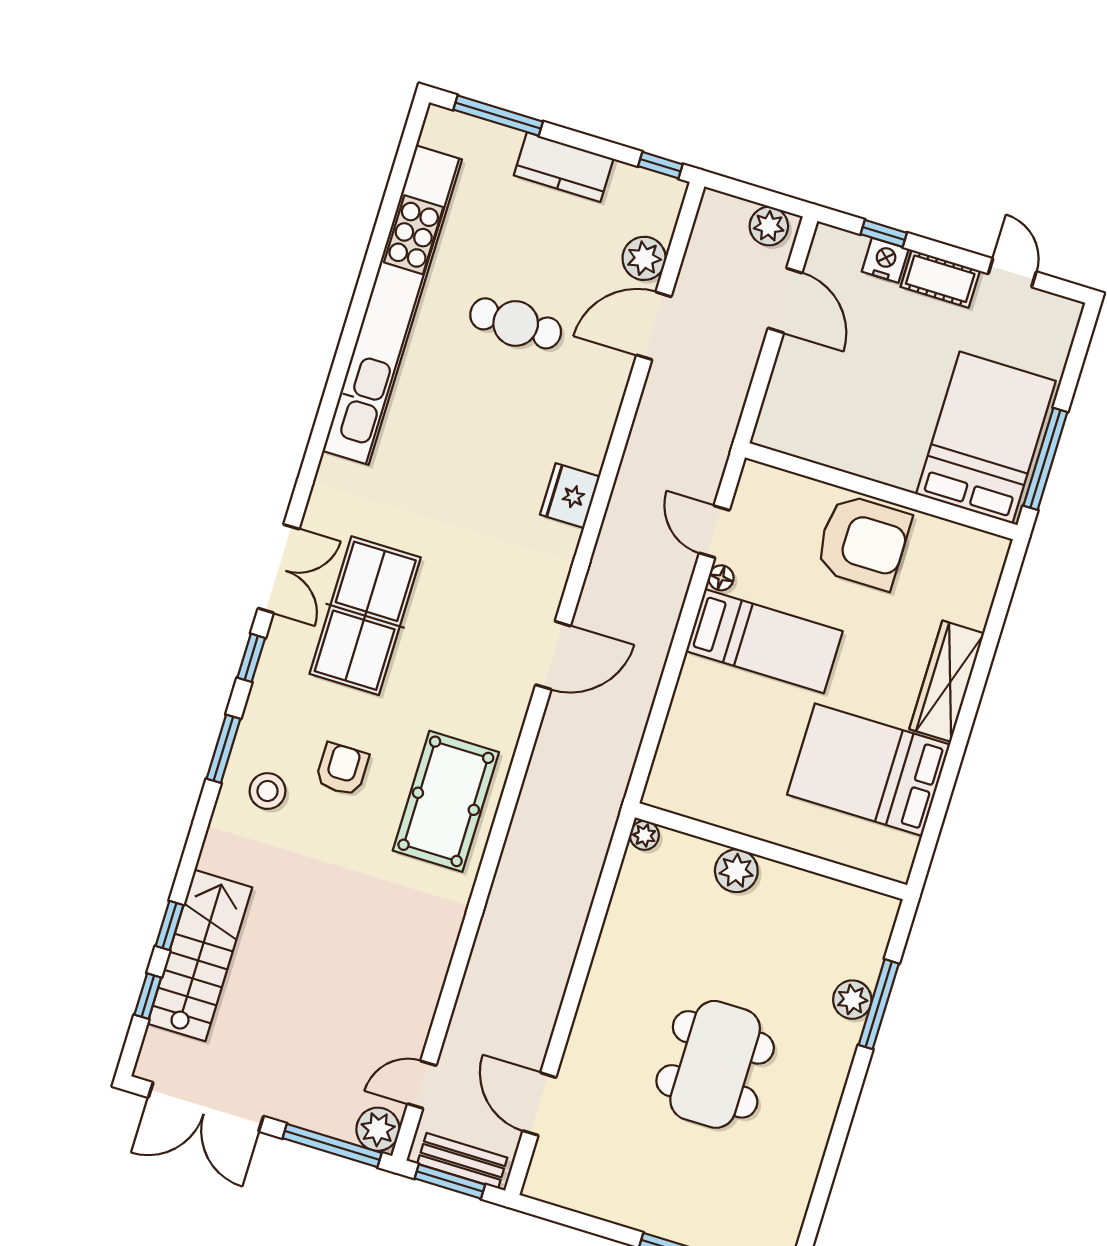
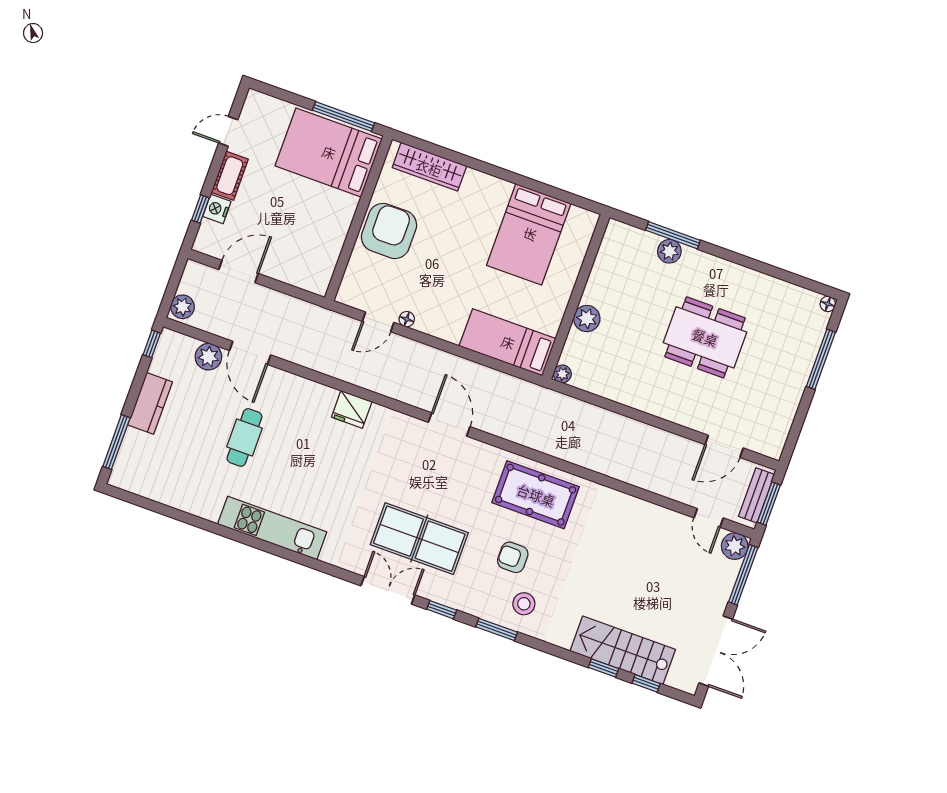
plant: (769, 226) -> (182, 307), moved
kitchen unit: (392, 305) -> (272, 528), width x0.54
bed: (764, 641) -> (508, 342), moved, turned -90
wardrobe: (947, 681) -> (429, 167), moved

